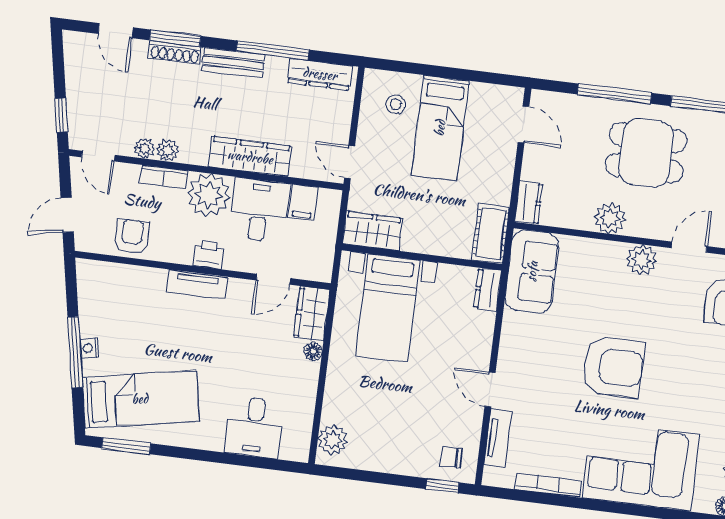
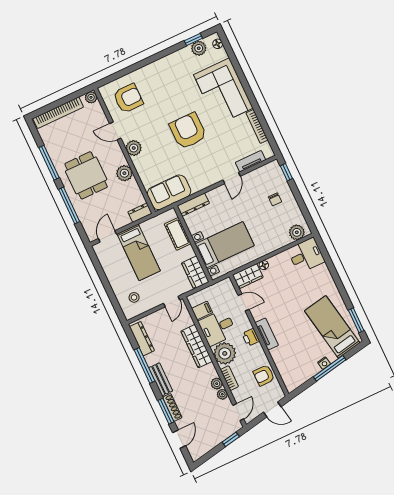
bed: (440, 128) -> (139, 252), moved, turned 90
cot: (491, 234) -> (178, 234), moved, turned 90
dresser: (488, 290) -> (193, 205), width x1.44
desk: (254, 427) -> (306, 255), moved
chair: (451, 457) -> (275, 199), moved

